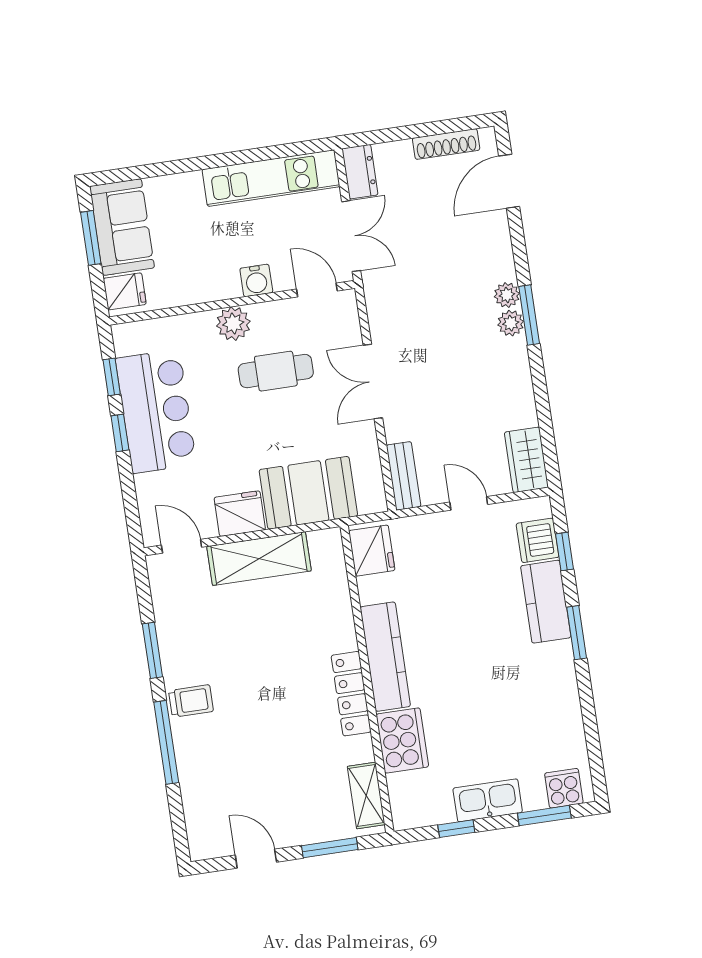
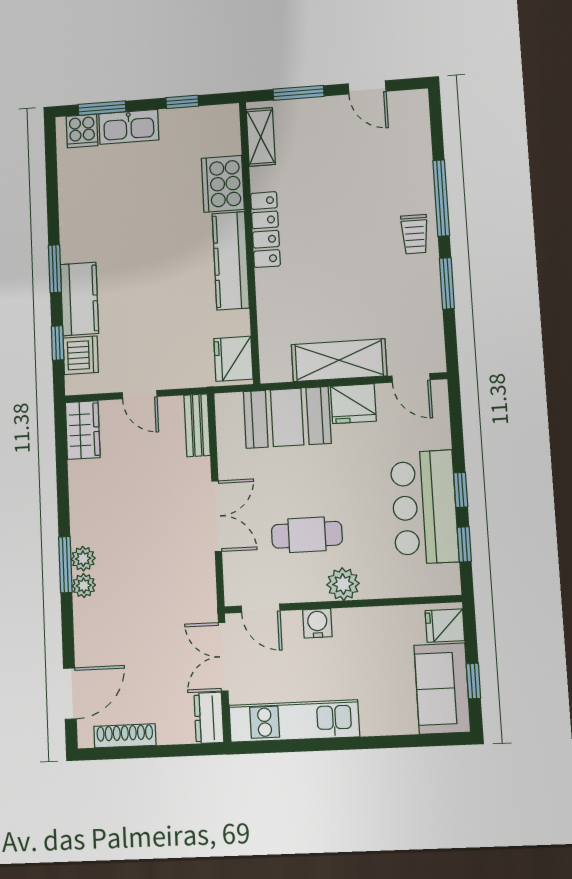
window: (91, 238) -> (473, 681), width x0.67
trolley: (191, 701) -> (415, 234), turned -90
kitchen sink: (488, 800) -> (129, 127), moved

